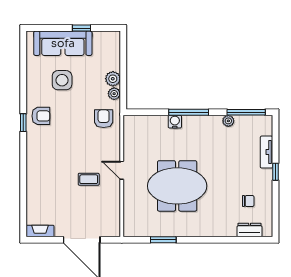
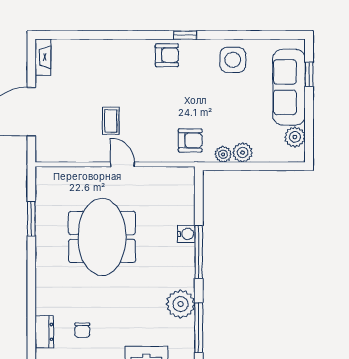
window: (81, 28) -> (309, 74), moved
plant: (101, 39) -> (295, 137), added
side table: (62, 80) -> (233, 60), moved
armchair: (41, 116) -> (167, 55), moved, turned -90
plant: (228, 121) -> (181, 304), width x1.88, depth x1.88
door: (122, 170) -> (123, 164), hinge flipped

